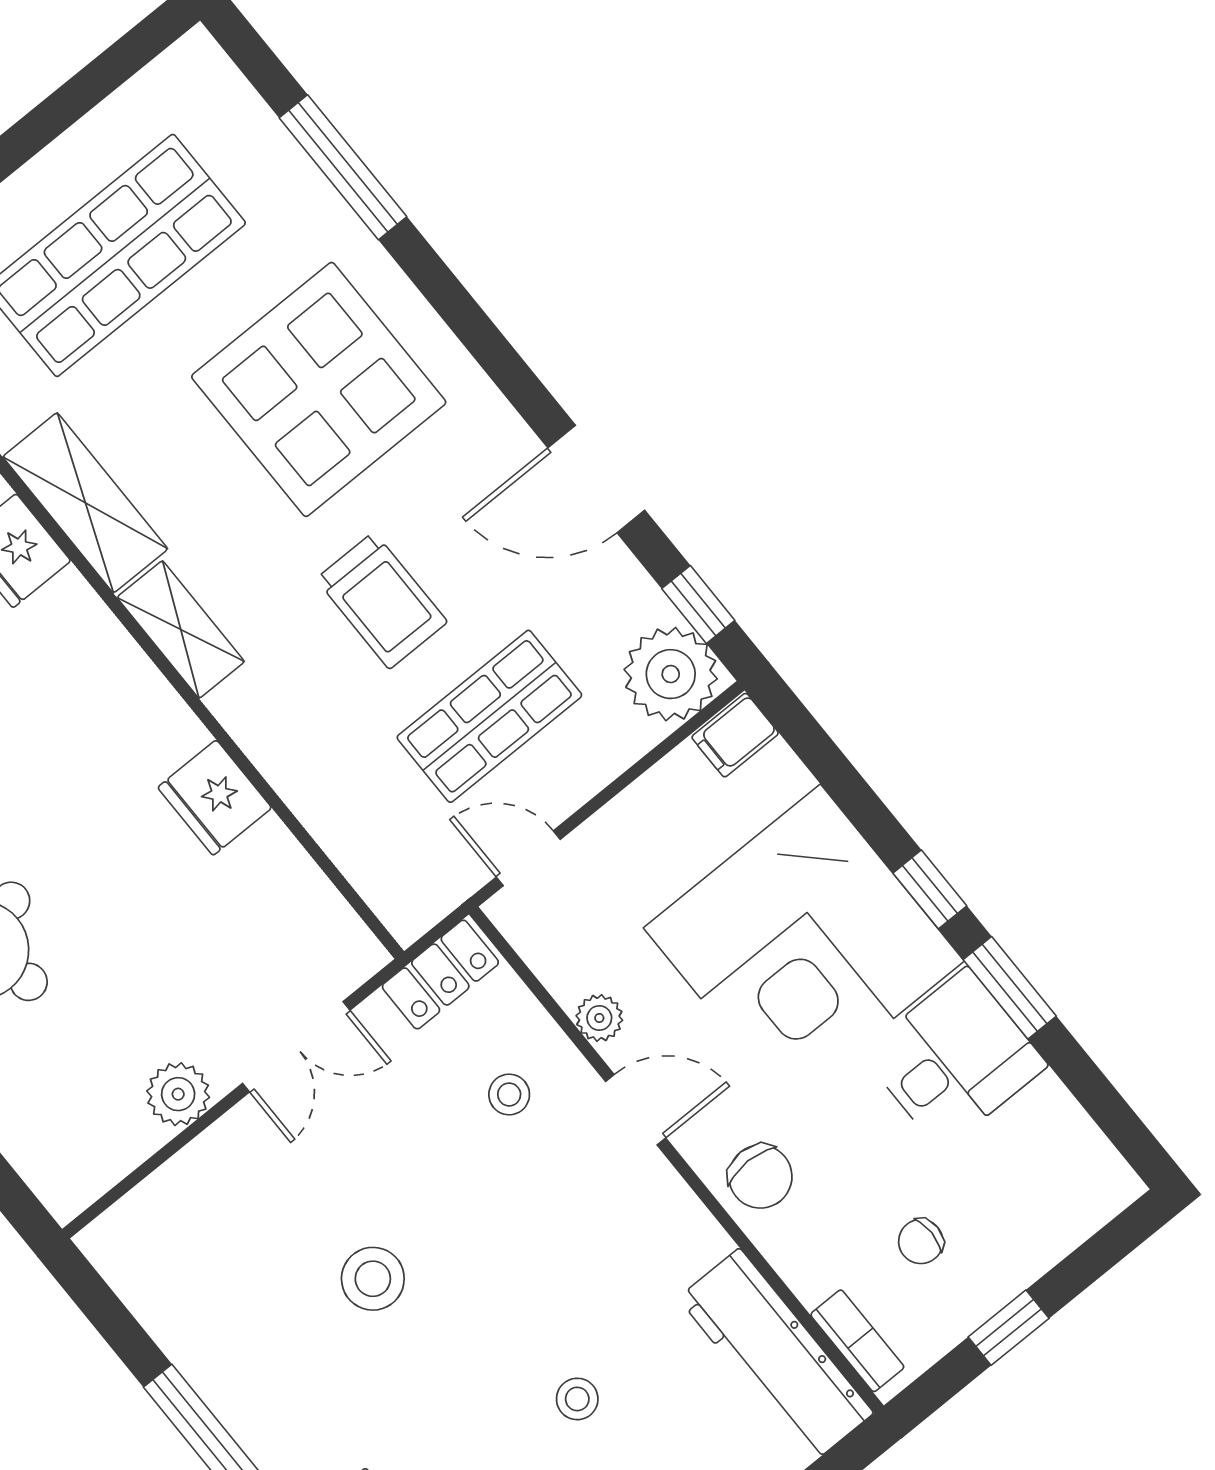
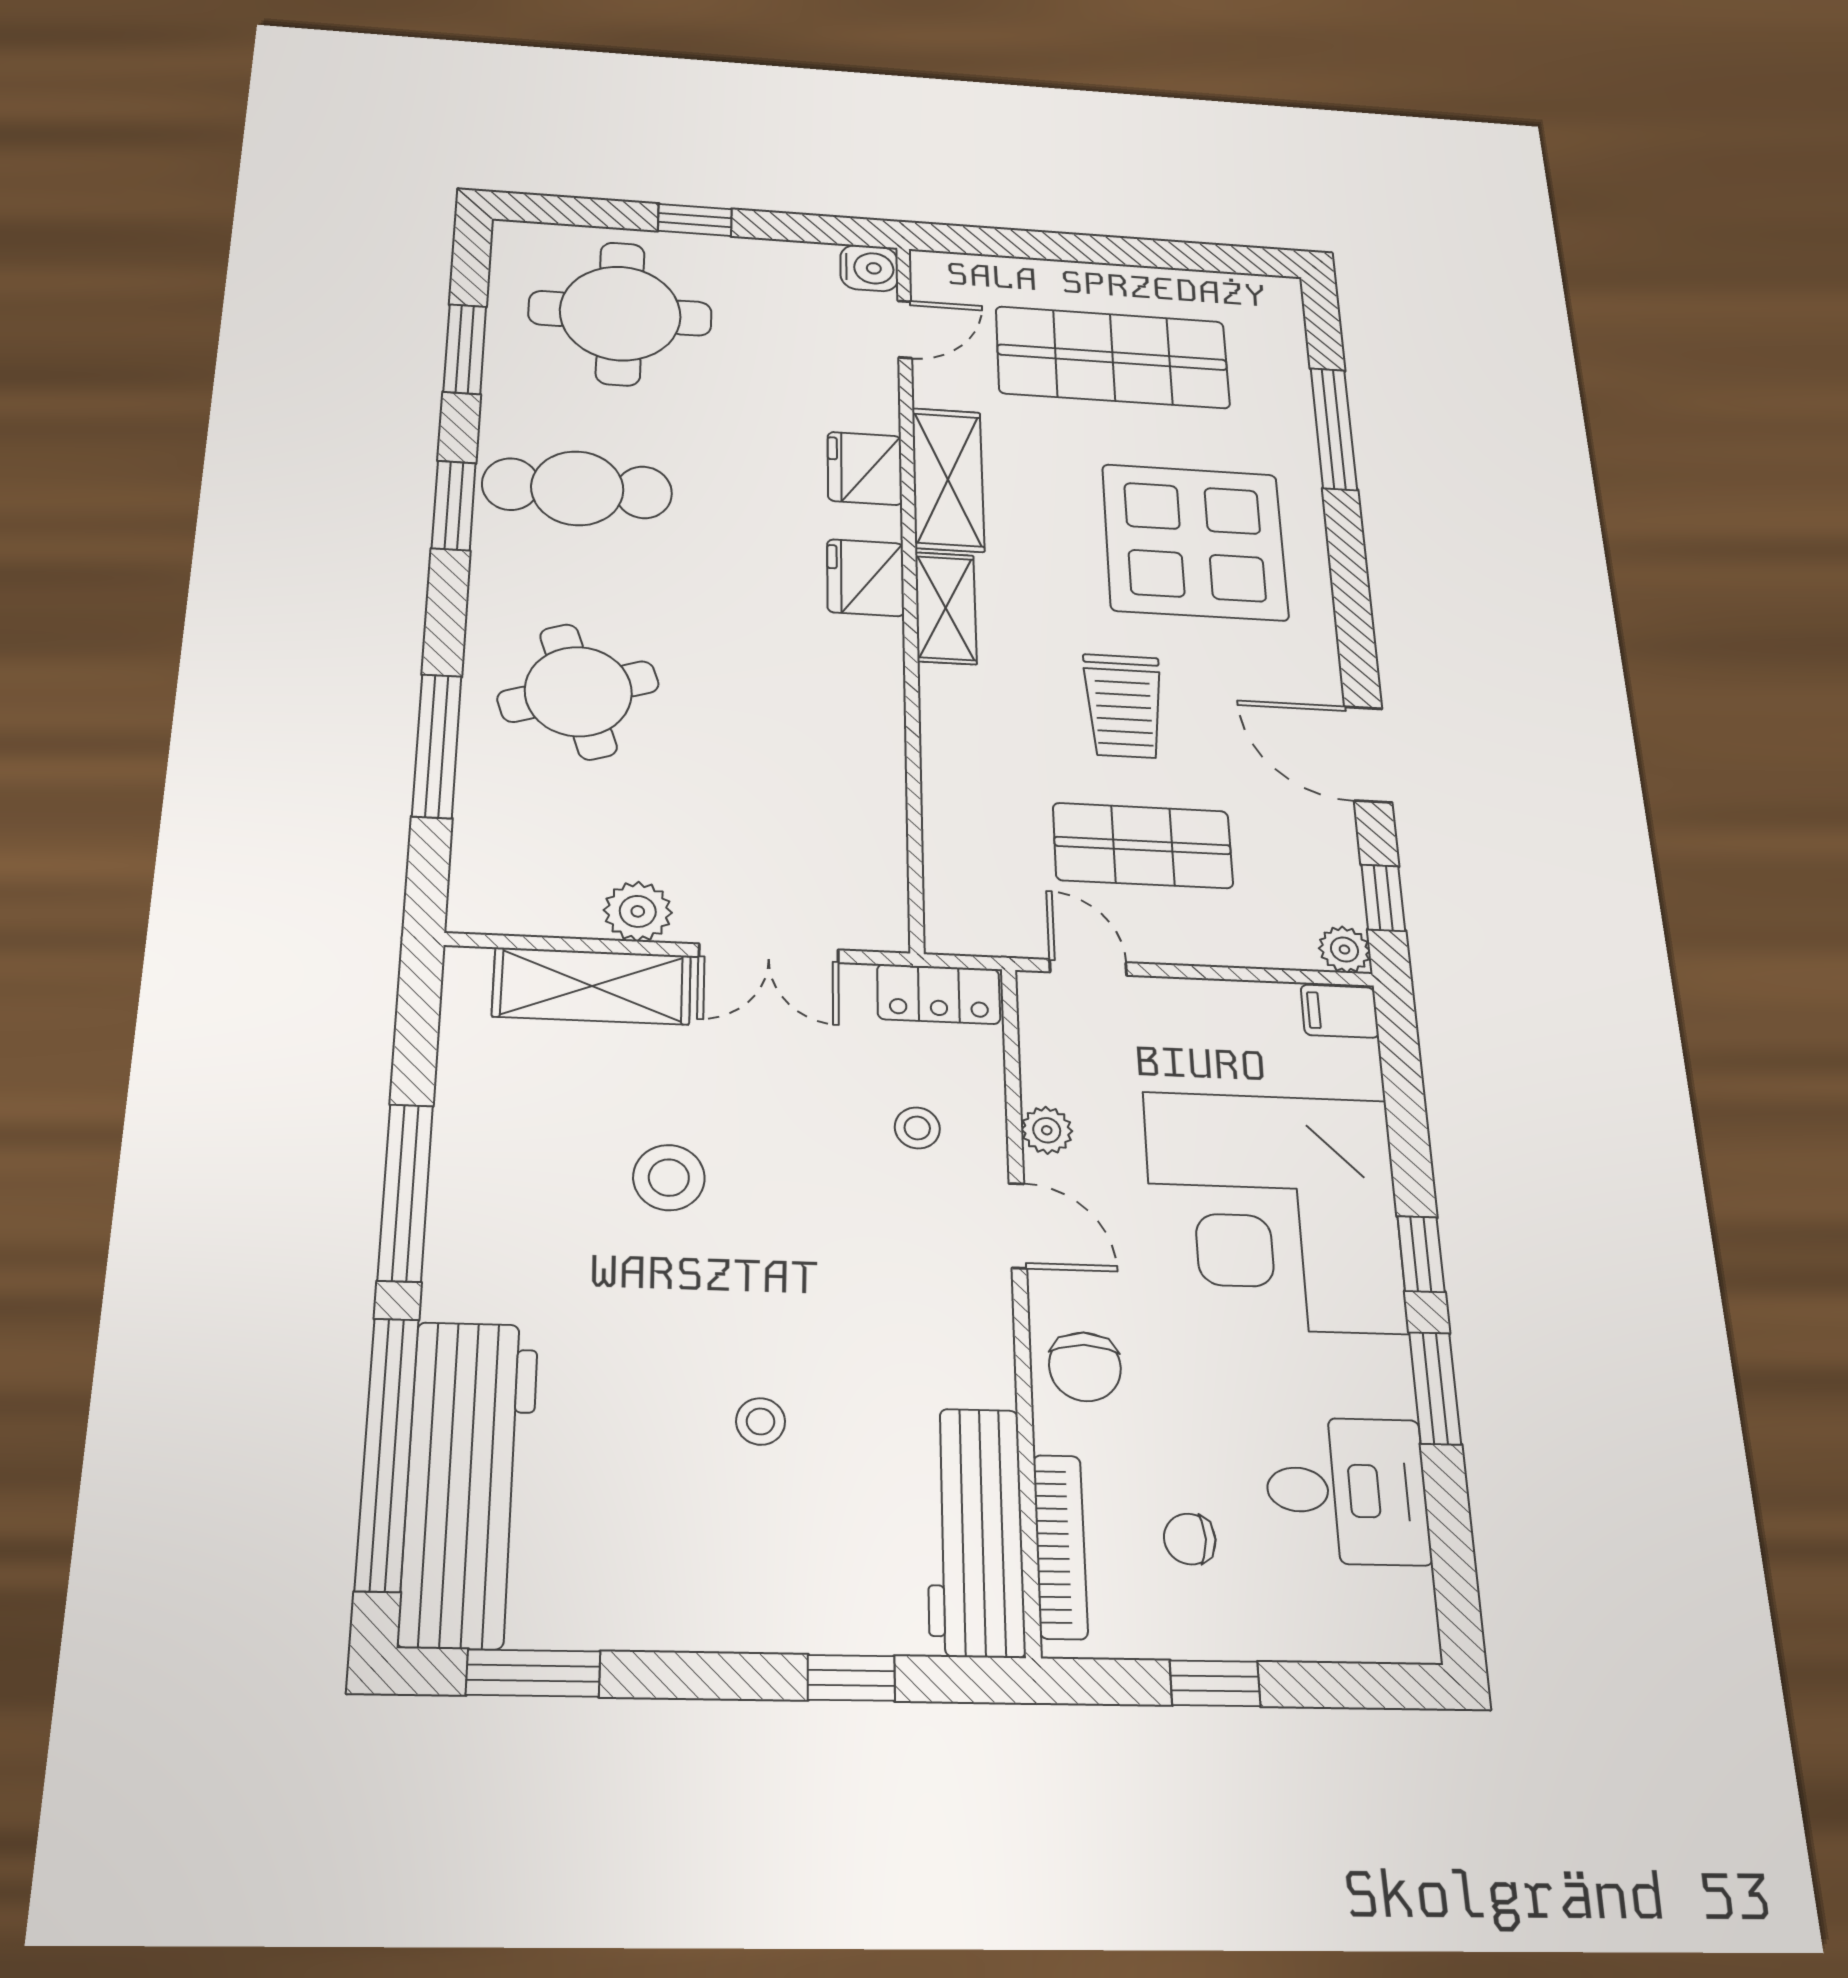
plant: (671, 674) -> (1344, 950), width x0.53, depth x0.53
fridge: (215, 798) -> (866, 578), moved
desk: (954, 1059) -> (1347, 1491), moved
shelving: (198, 1180) -> (592, 986), added
bookcase: (857, 1341) -> (1060, 1546), width x1.56

